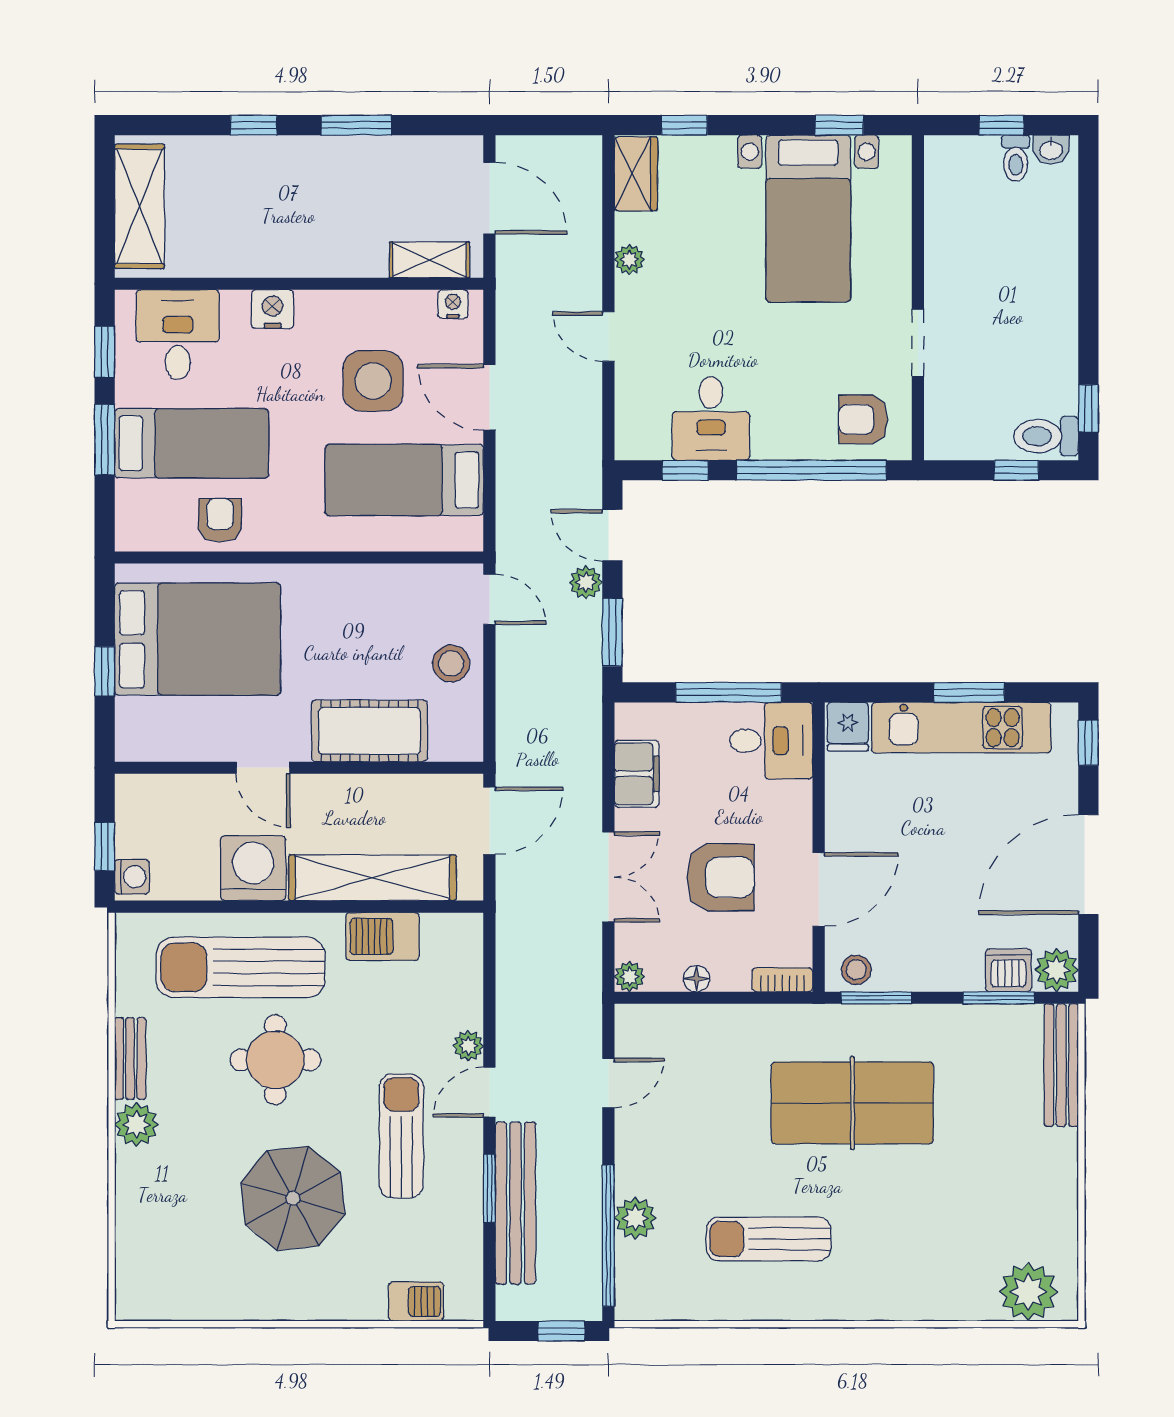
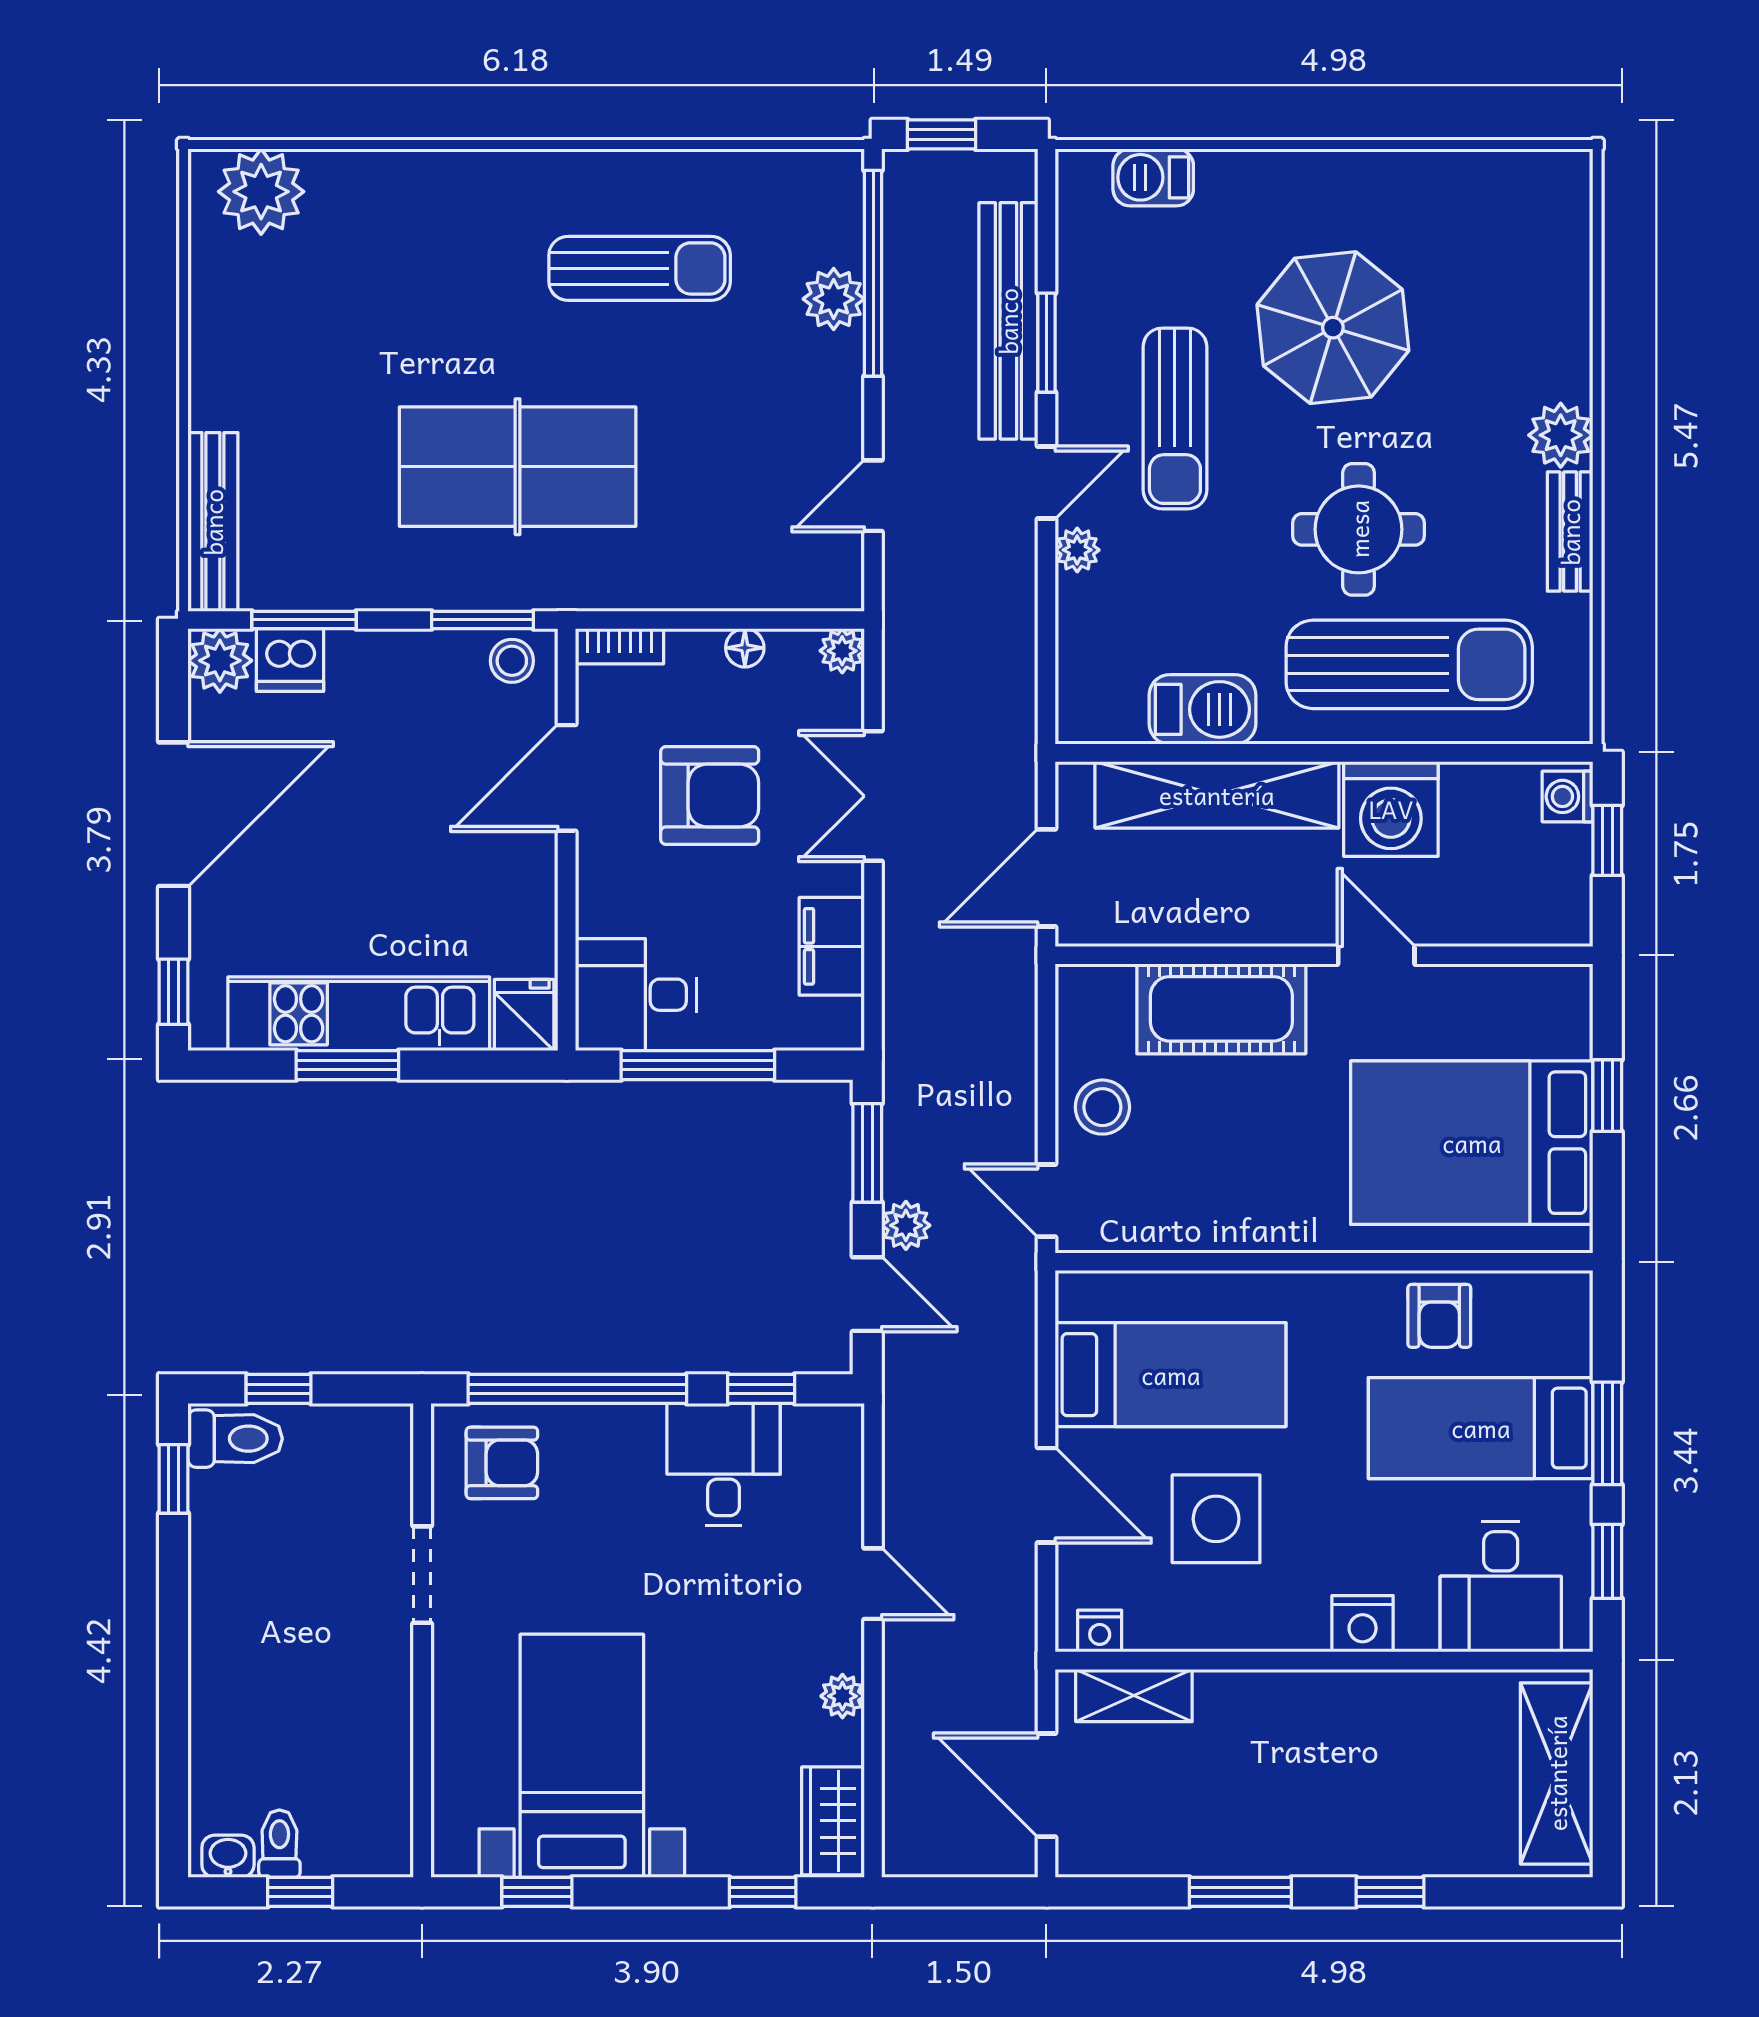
armchair: (720, 877) -> (710, 795), turned 180

